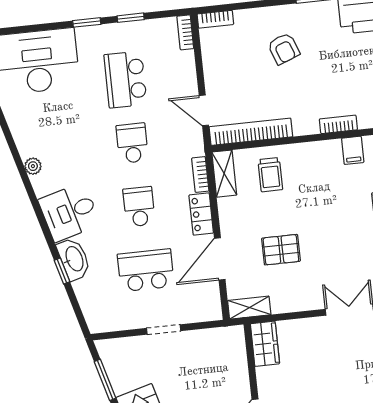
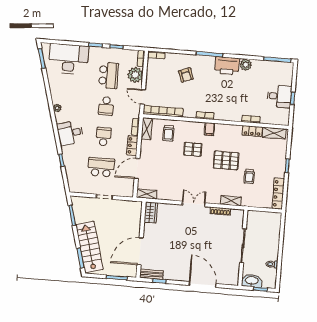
plant: (180, 68) -> (135, 75), added
school desk: (125, 79) -> (109, 75), turned 180
school desk: (132, 143) -> (106, 106), turned 180
pallet: (281, 250) -> (193, 149), moved
washbasin: (74, 259) -> (68, 155), removed

